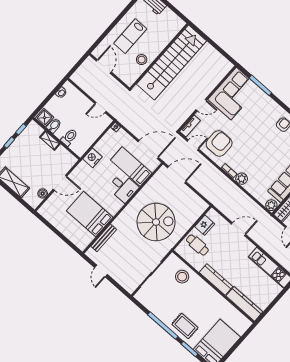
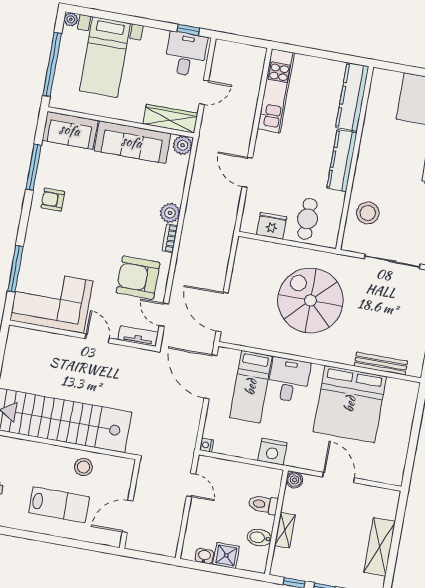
shower: (44, 118) -> (226, 555), moved
boiler: (43, 193) -> (294, 480), moved
bed: (90, 214) -> (350, 404), width x1.36

